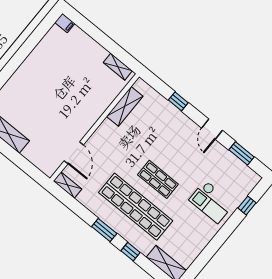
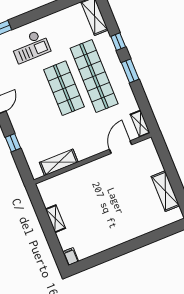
shelving: (118, 67) -> (55, 219), moved
shop shelf: (158, 179) -> (64, 88), width x1.43, depth x1.36
checkout: (212, 202) -> (30, 46), turned 90

